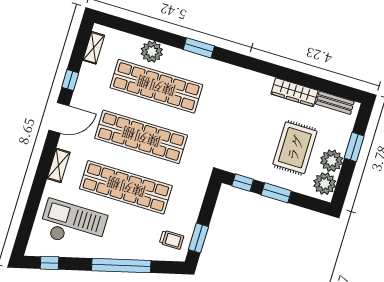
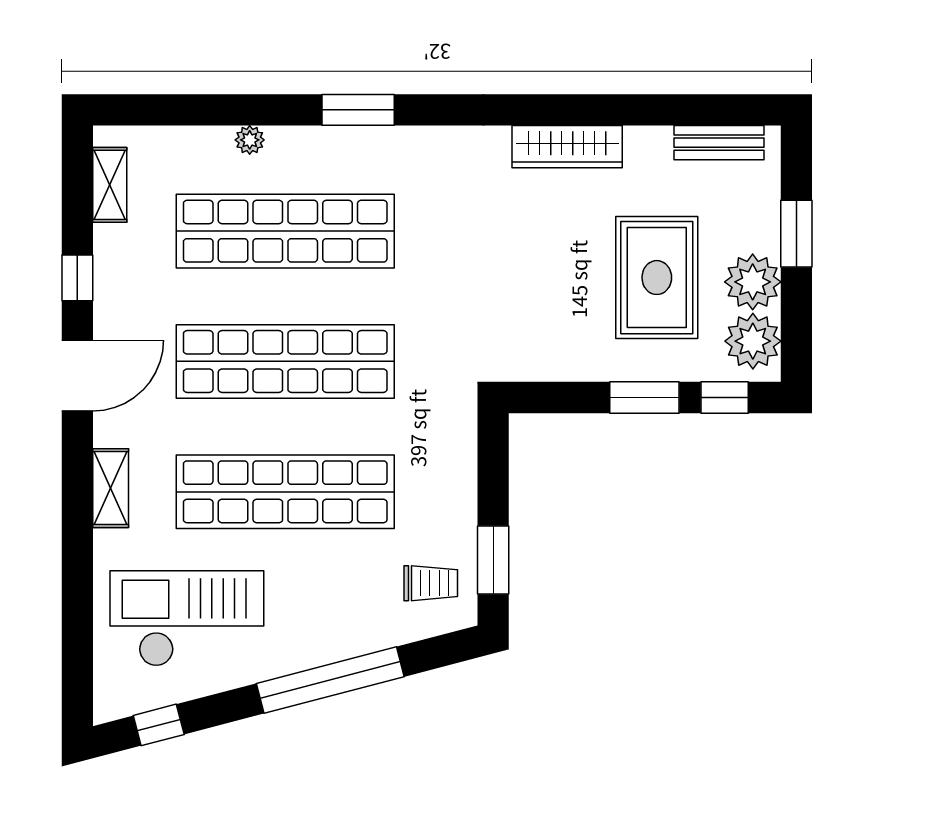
plant: (152, 52) -> (250, 140), width x0.53, depth x0.53
wardrobe: (294, 92) -> (567, 147), moved
window: (243, 183) -> (725, 398), moved

